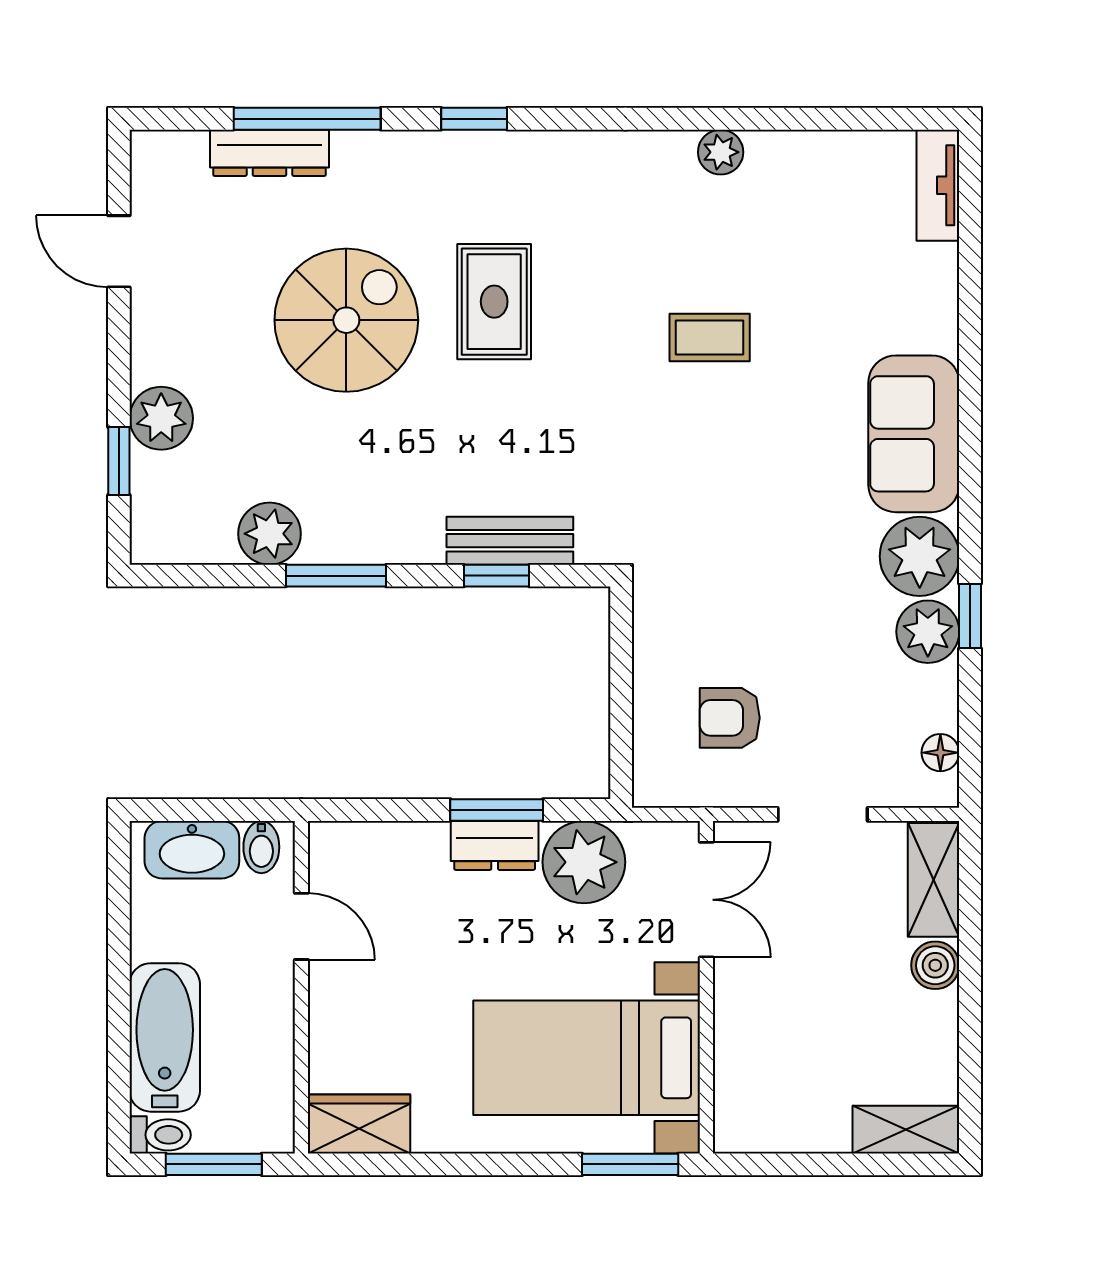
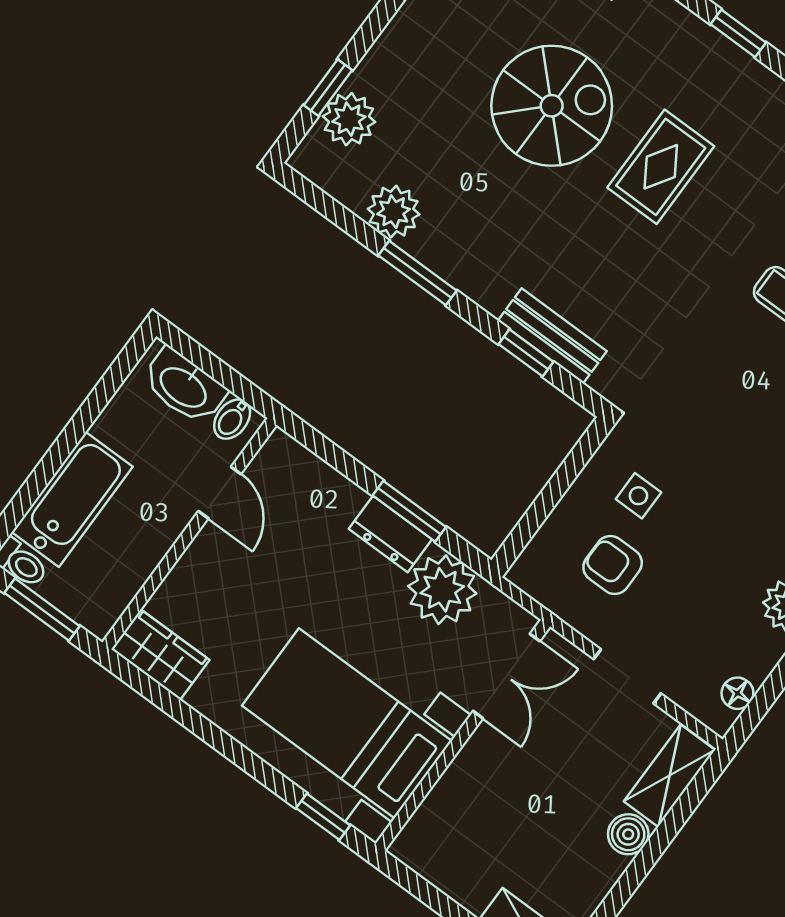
plant: (161, 418) -> (349, 119), moved
side table: (706, 633) -> (638, 496), added
window: (630, 1164) -> (323, 817), width x0.67

